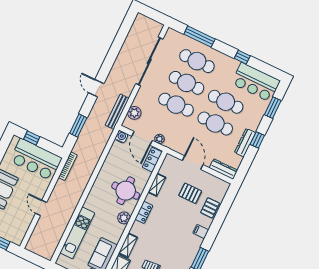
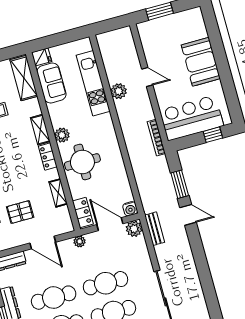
door: (96, 88) -> (188, 215), moved
bench: (117, 112) -> (155, 229), width x0.73
plant: (134, 113) -> (134, 229), moved
plant: (159, 139) -> (80, 241), moved
plant: (66, 215) -> (119, 91), added
shelving: (128, 245) -> (40, 130), moved

